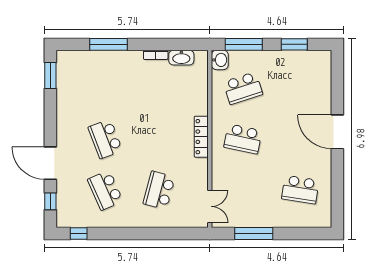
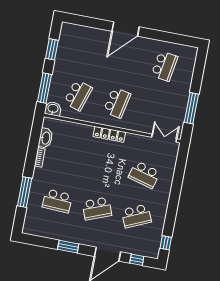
window: (50, 75) -> (68, 247), moved
school desk: (105, 88) -> (57, 201), added
school desk: (243, 88) -> (78, 95), turned 36

